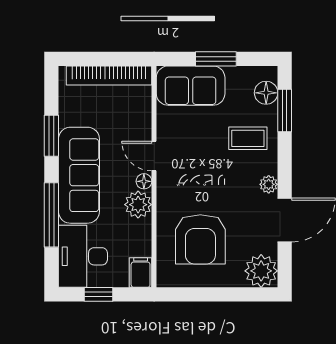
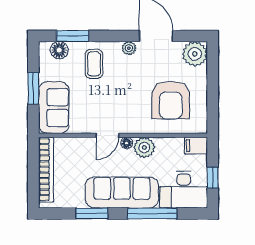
armchair: (200, 239) -> (171, 100), turned 90

